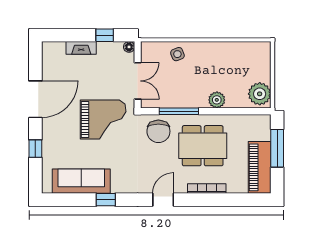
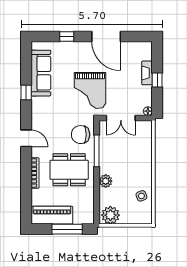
window: (105, 35) -> (157, 80), moved
side table: (177, 54) -> (141, 196), moved
dining table: (203, 146) -> (69, 170), turned 90

